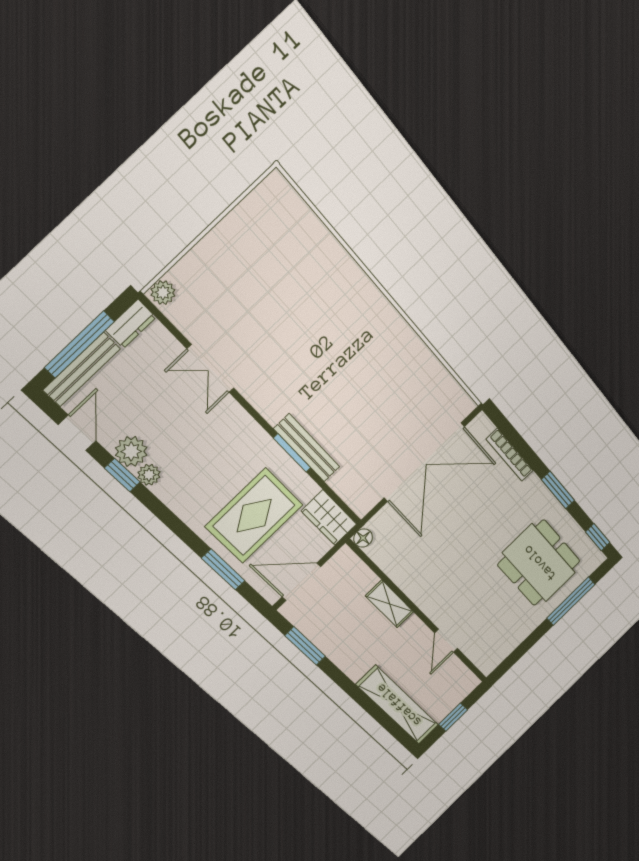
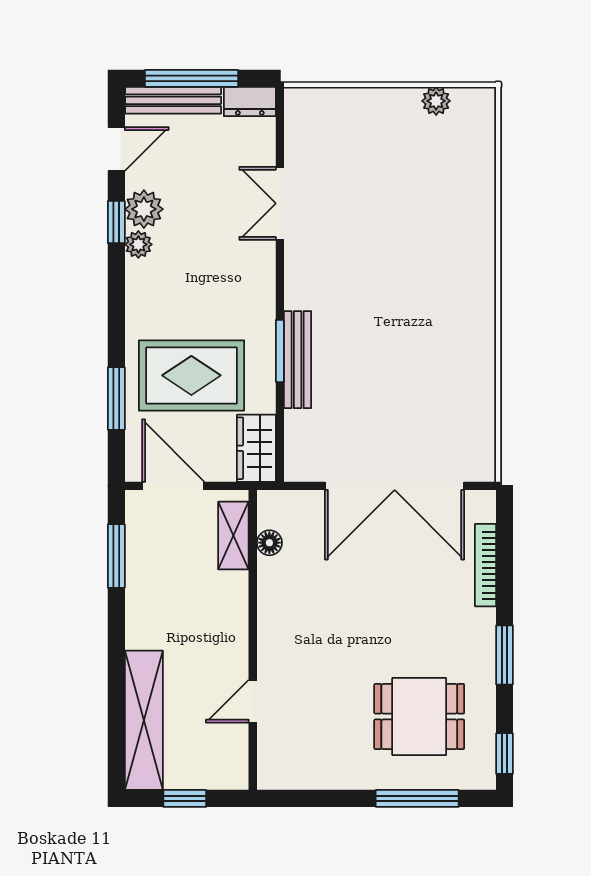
plant: (163, 292) -> (436, 101), moved
floor lamp: (363, 538) -> (269, 543), moved
dining table: (539, 563) -> (419, 717), width x0.73
shelving: (389, 604) -> (233, 536), moved

